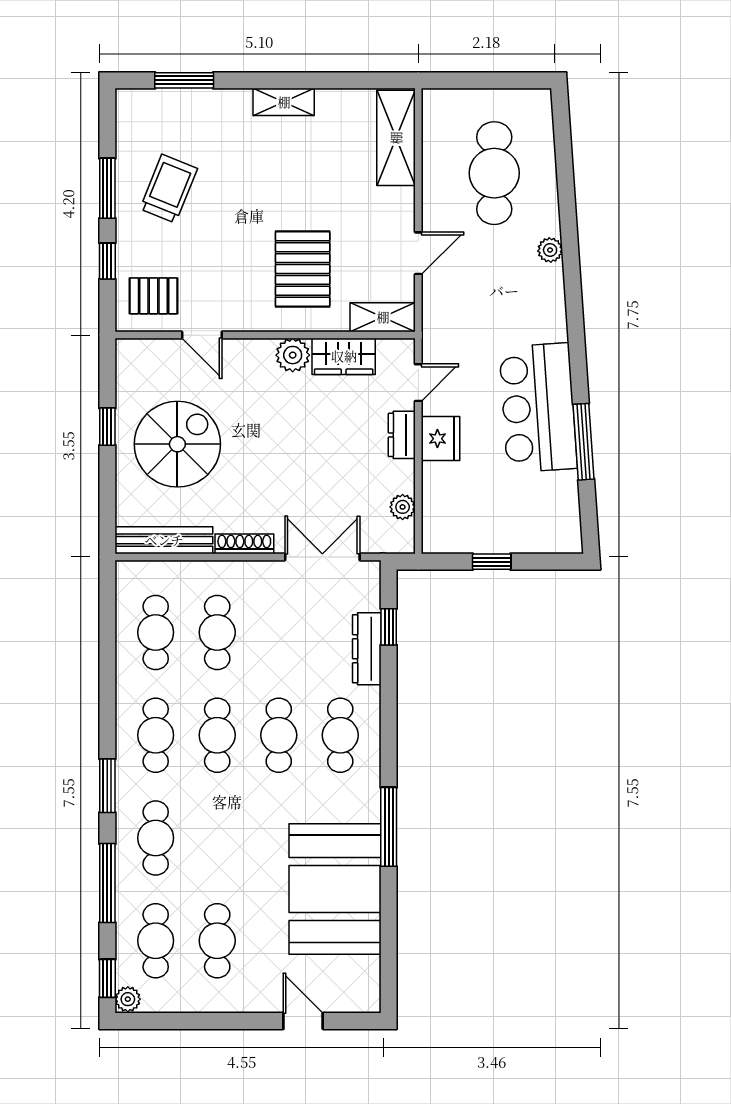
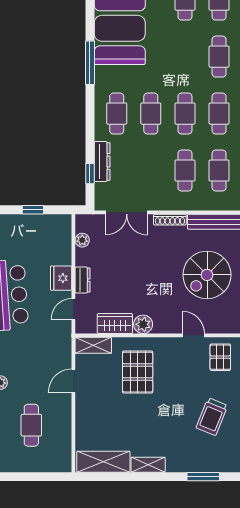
shelving: (396, 138) -> (103, 462), moved, turned 90
cafe table: (494, 173) -> (31, 425), width x0.73, depth x0.74
pallet: (154, 296) -> (220, 357), turned 90

